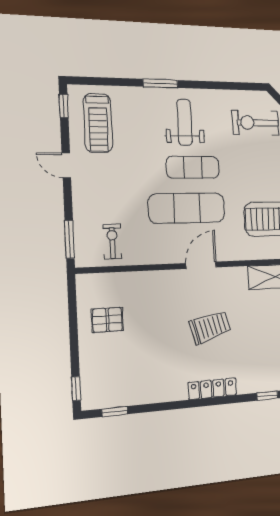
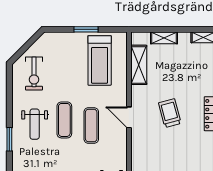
weight bench: (185, 122) -> (35, 124), turned -90
exercise mat: (187, 208) -> (91, 125), width x0.73, depth x0.69

